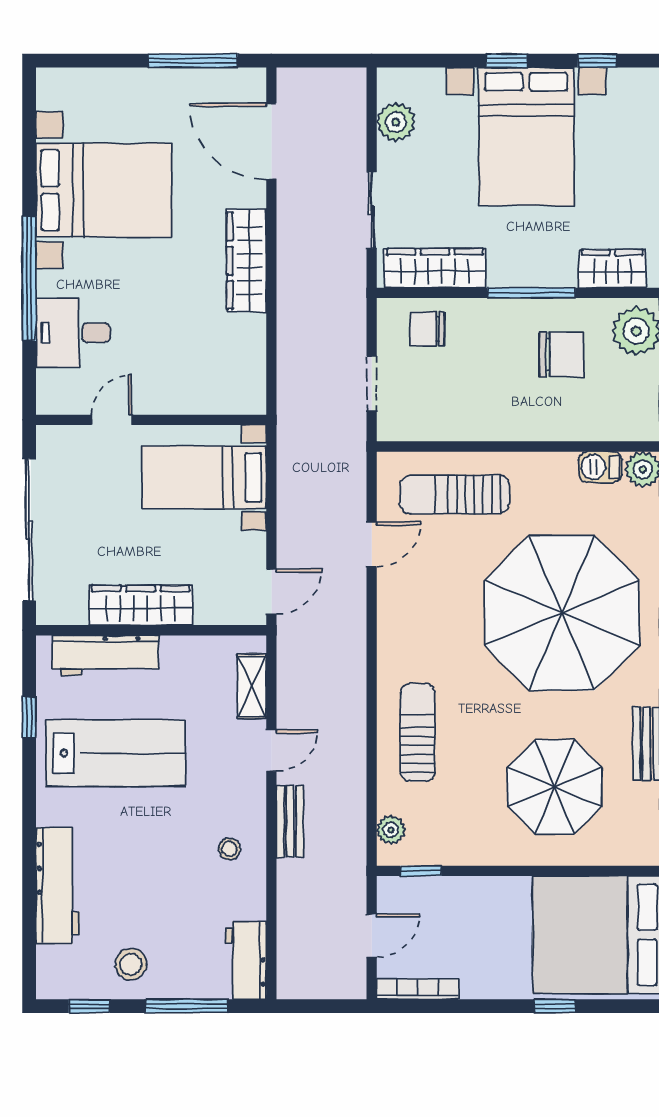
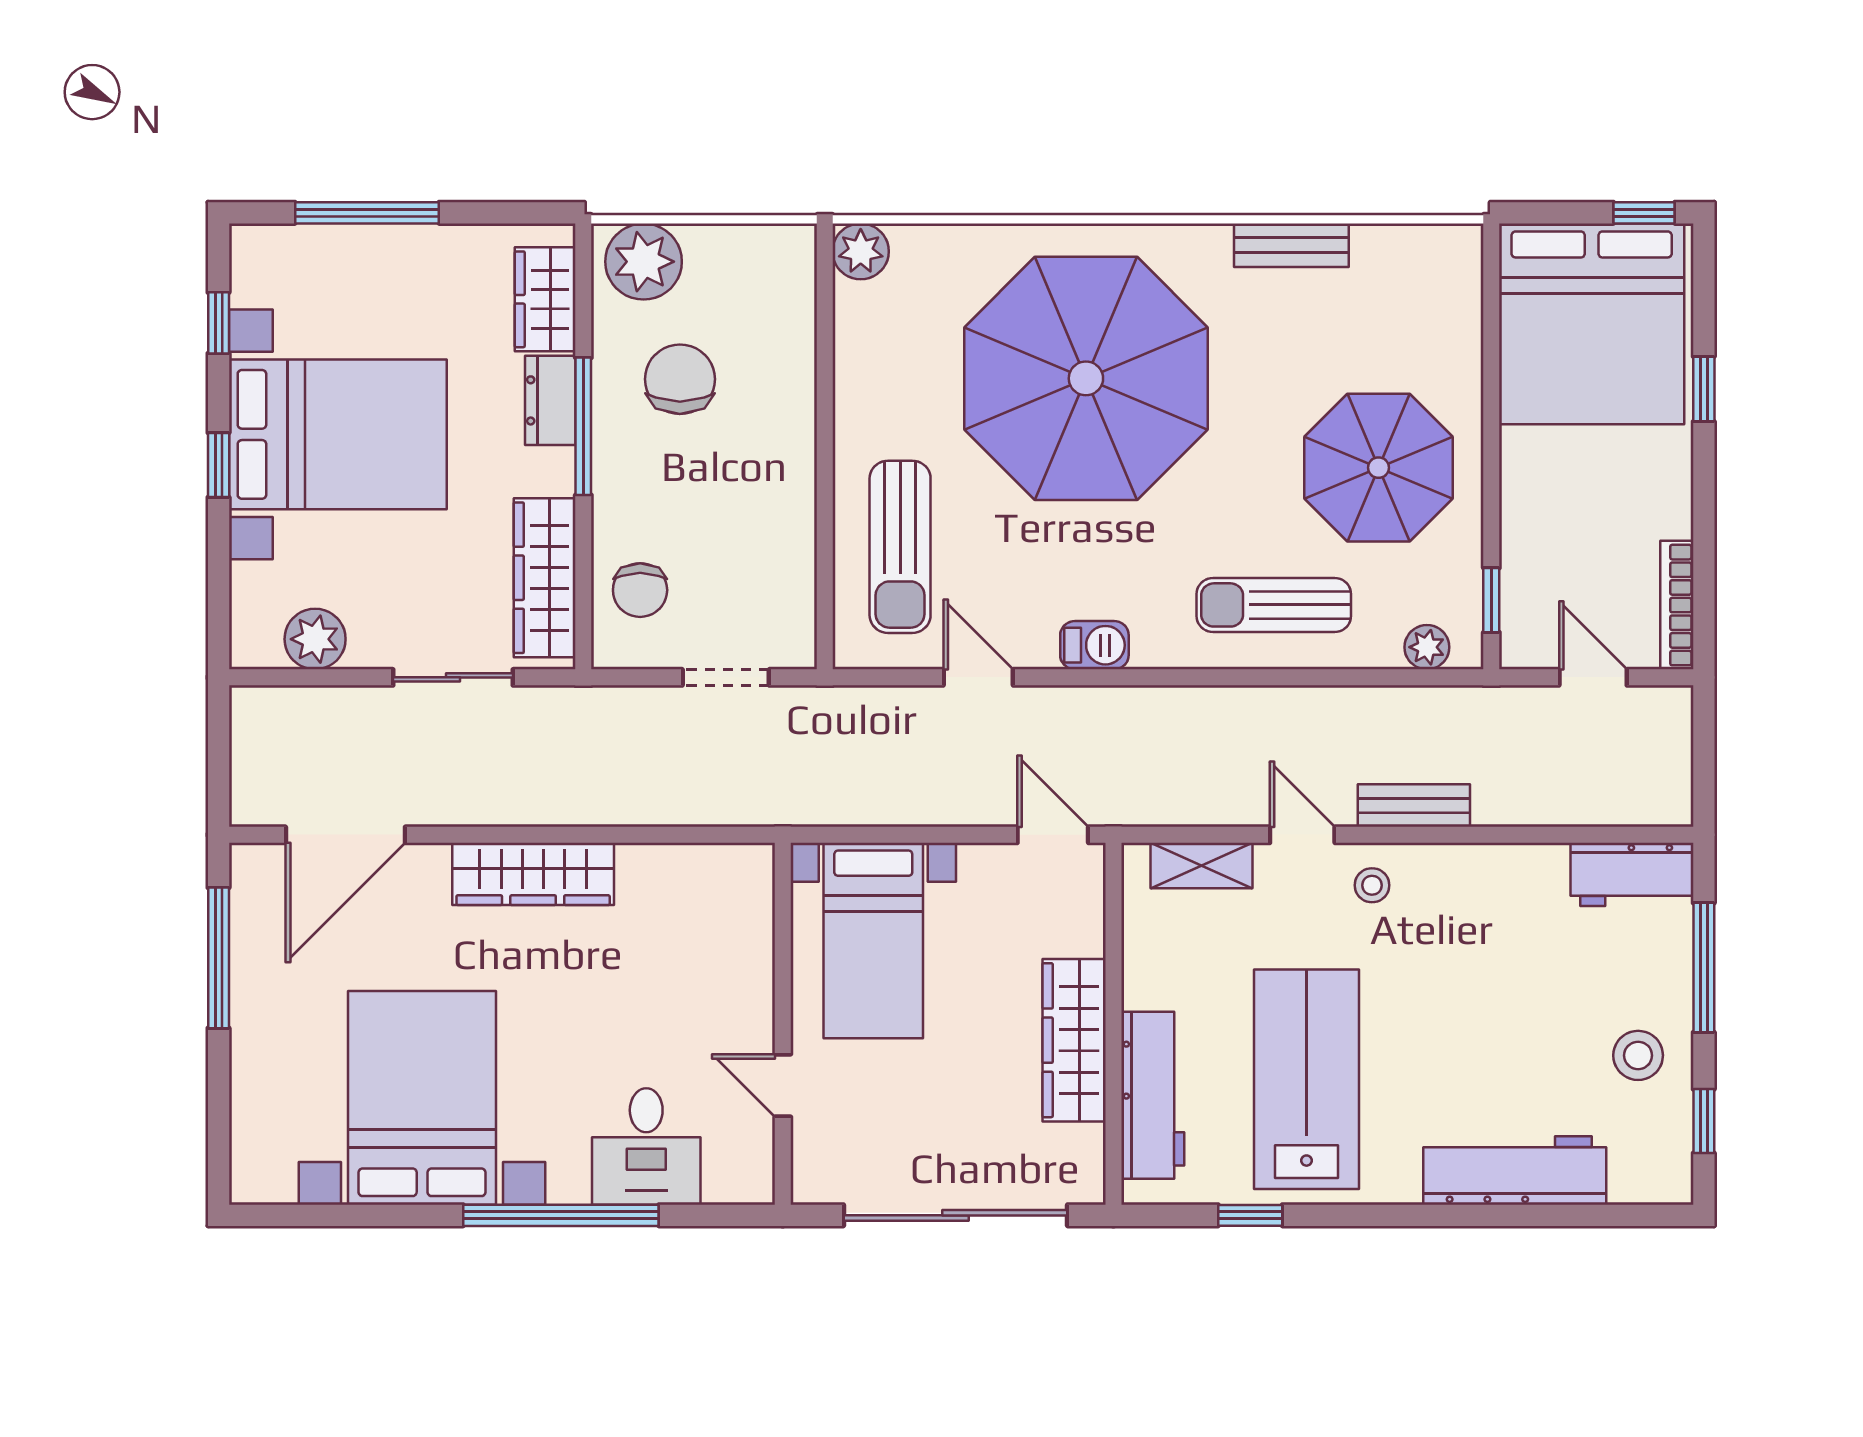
dresser: (548, 272) -> (550, 400), added
barbecue: (600, 467) -> (1094, 645), moved, turned -90
parasol: (555, 787) -> (1378, 468), moved
stool: (229, 849) -> (1372, 885), moved

